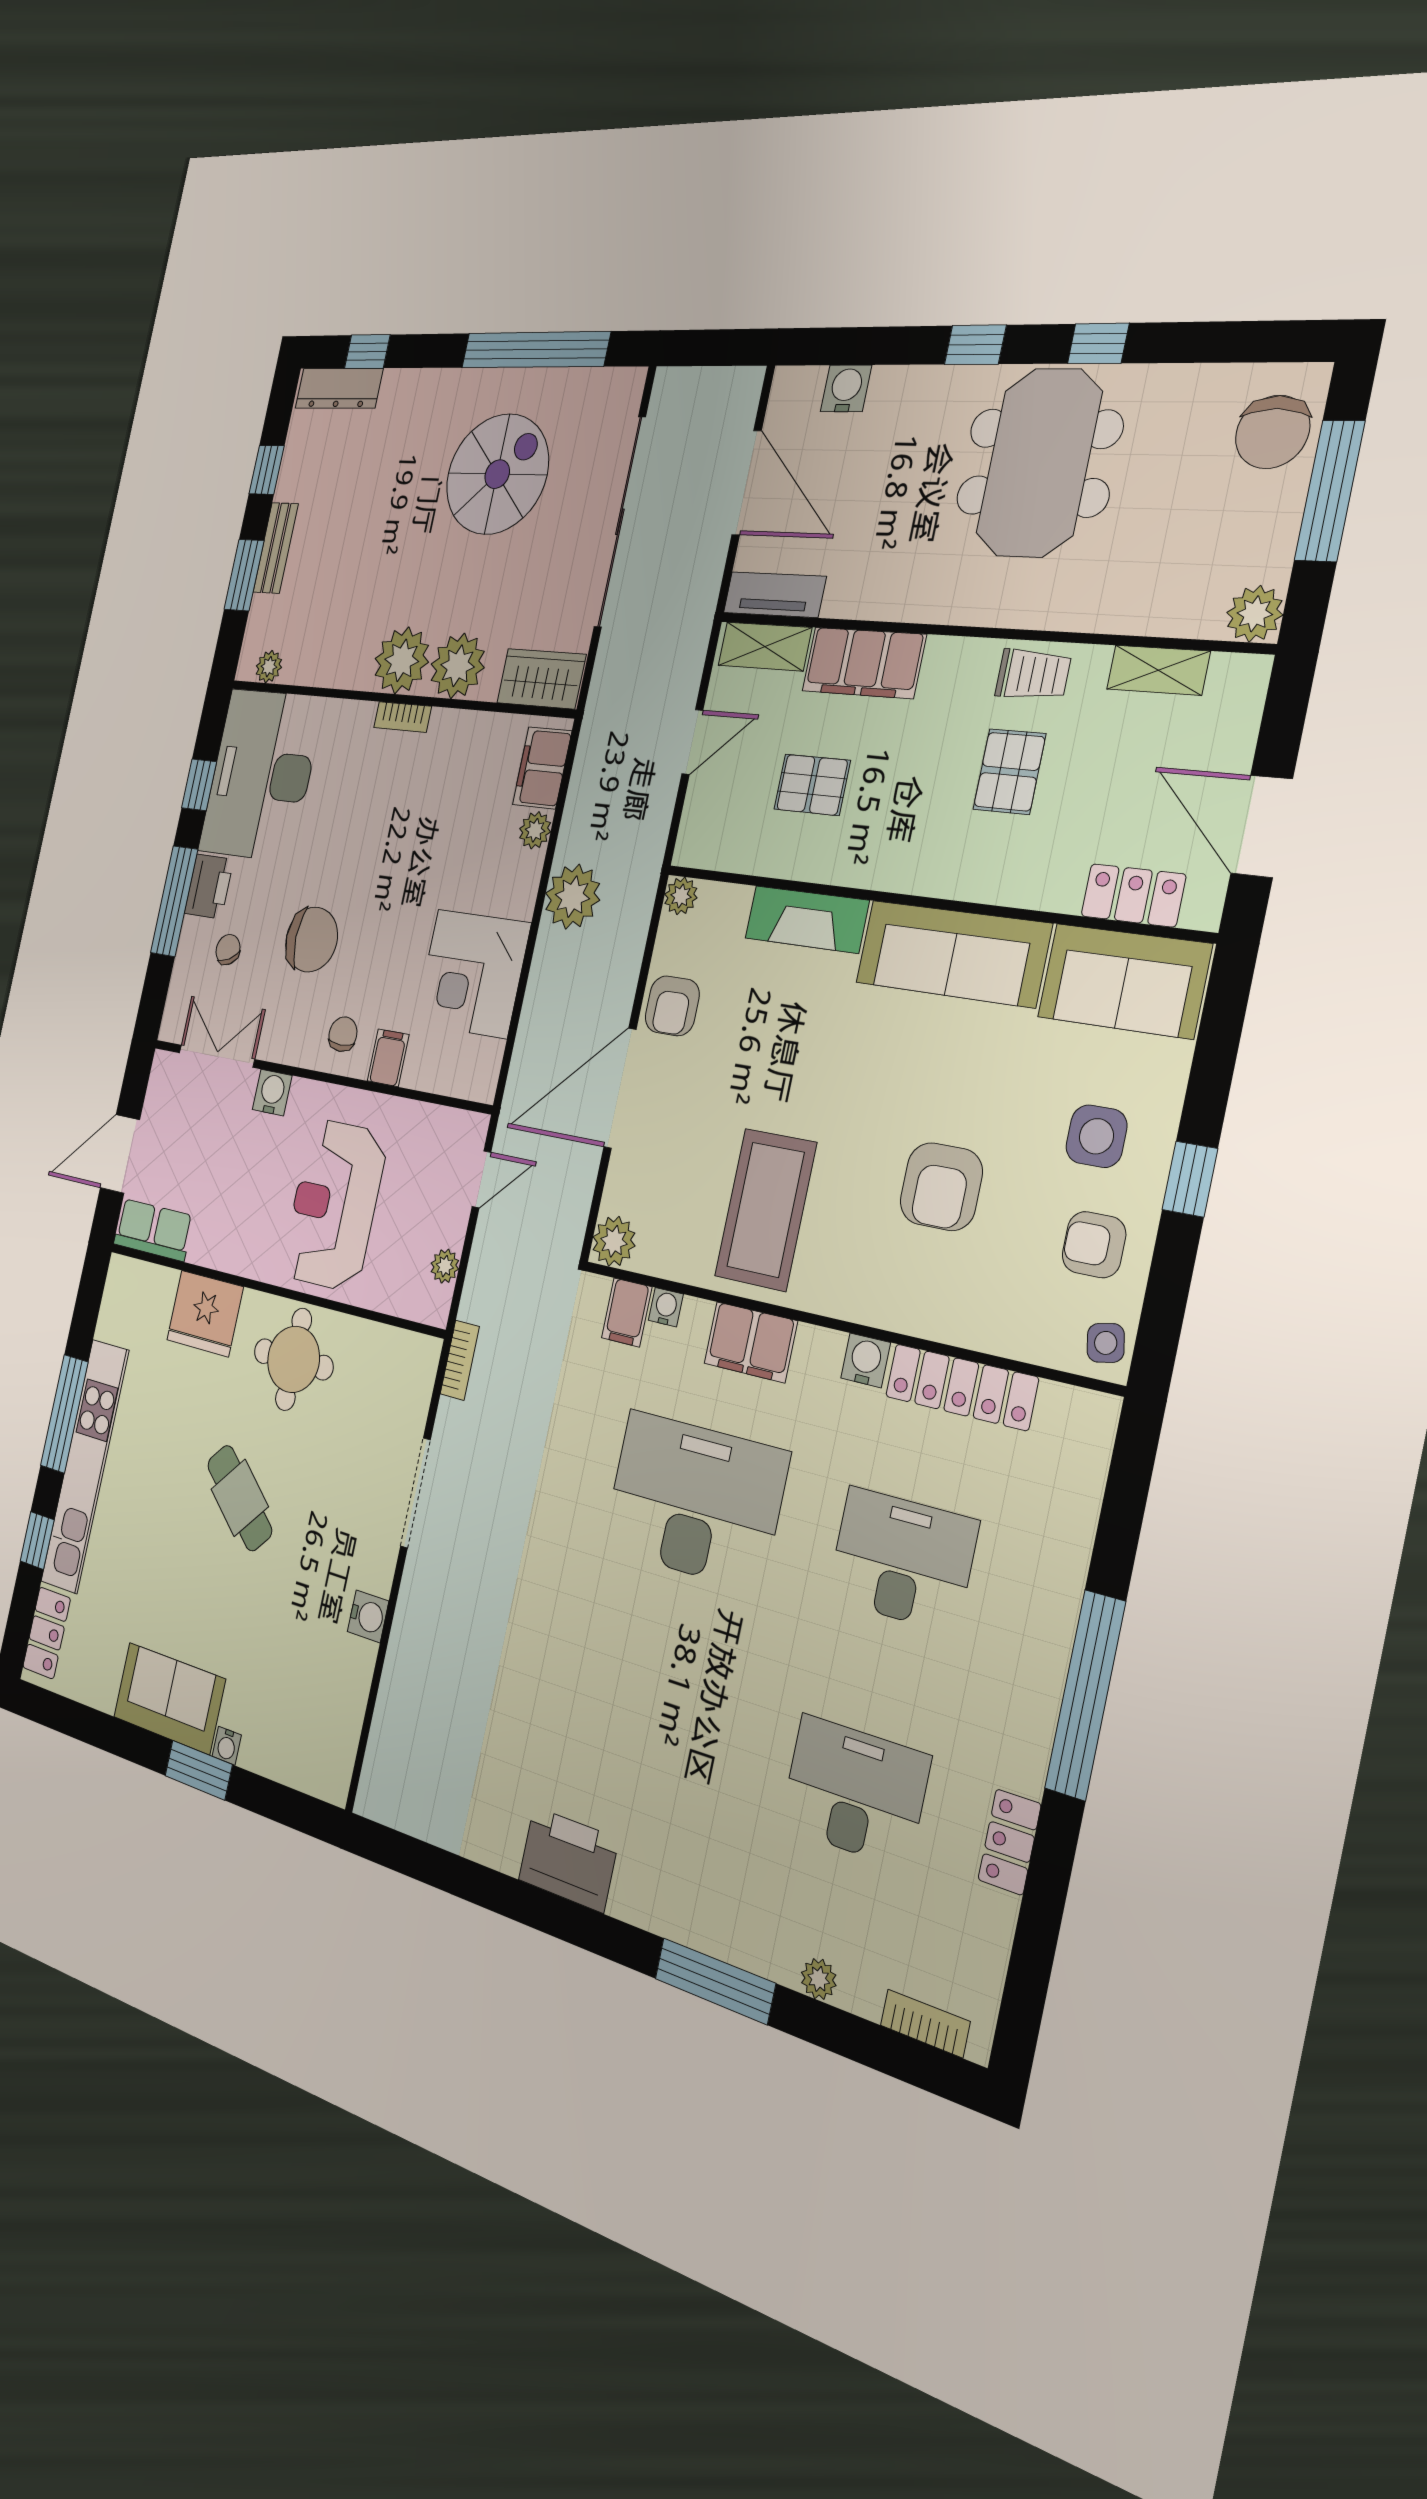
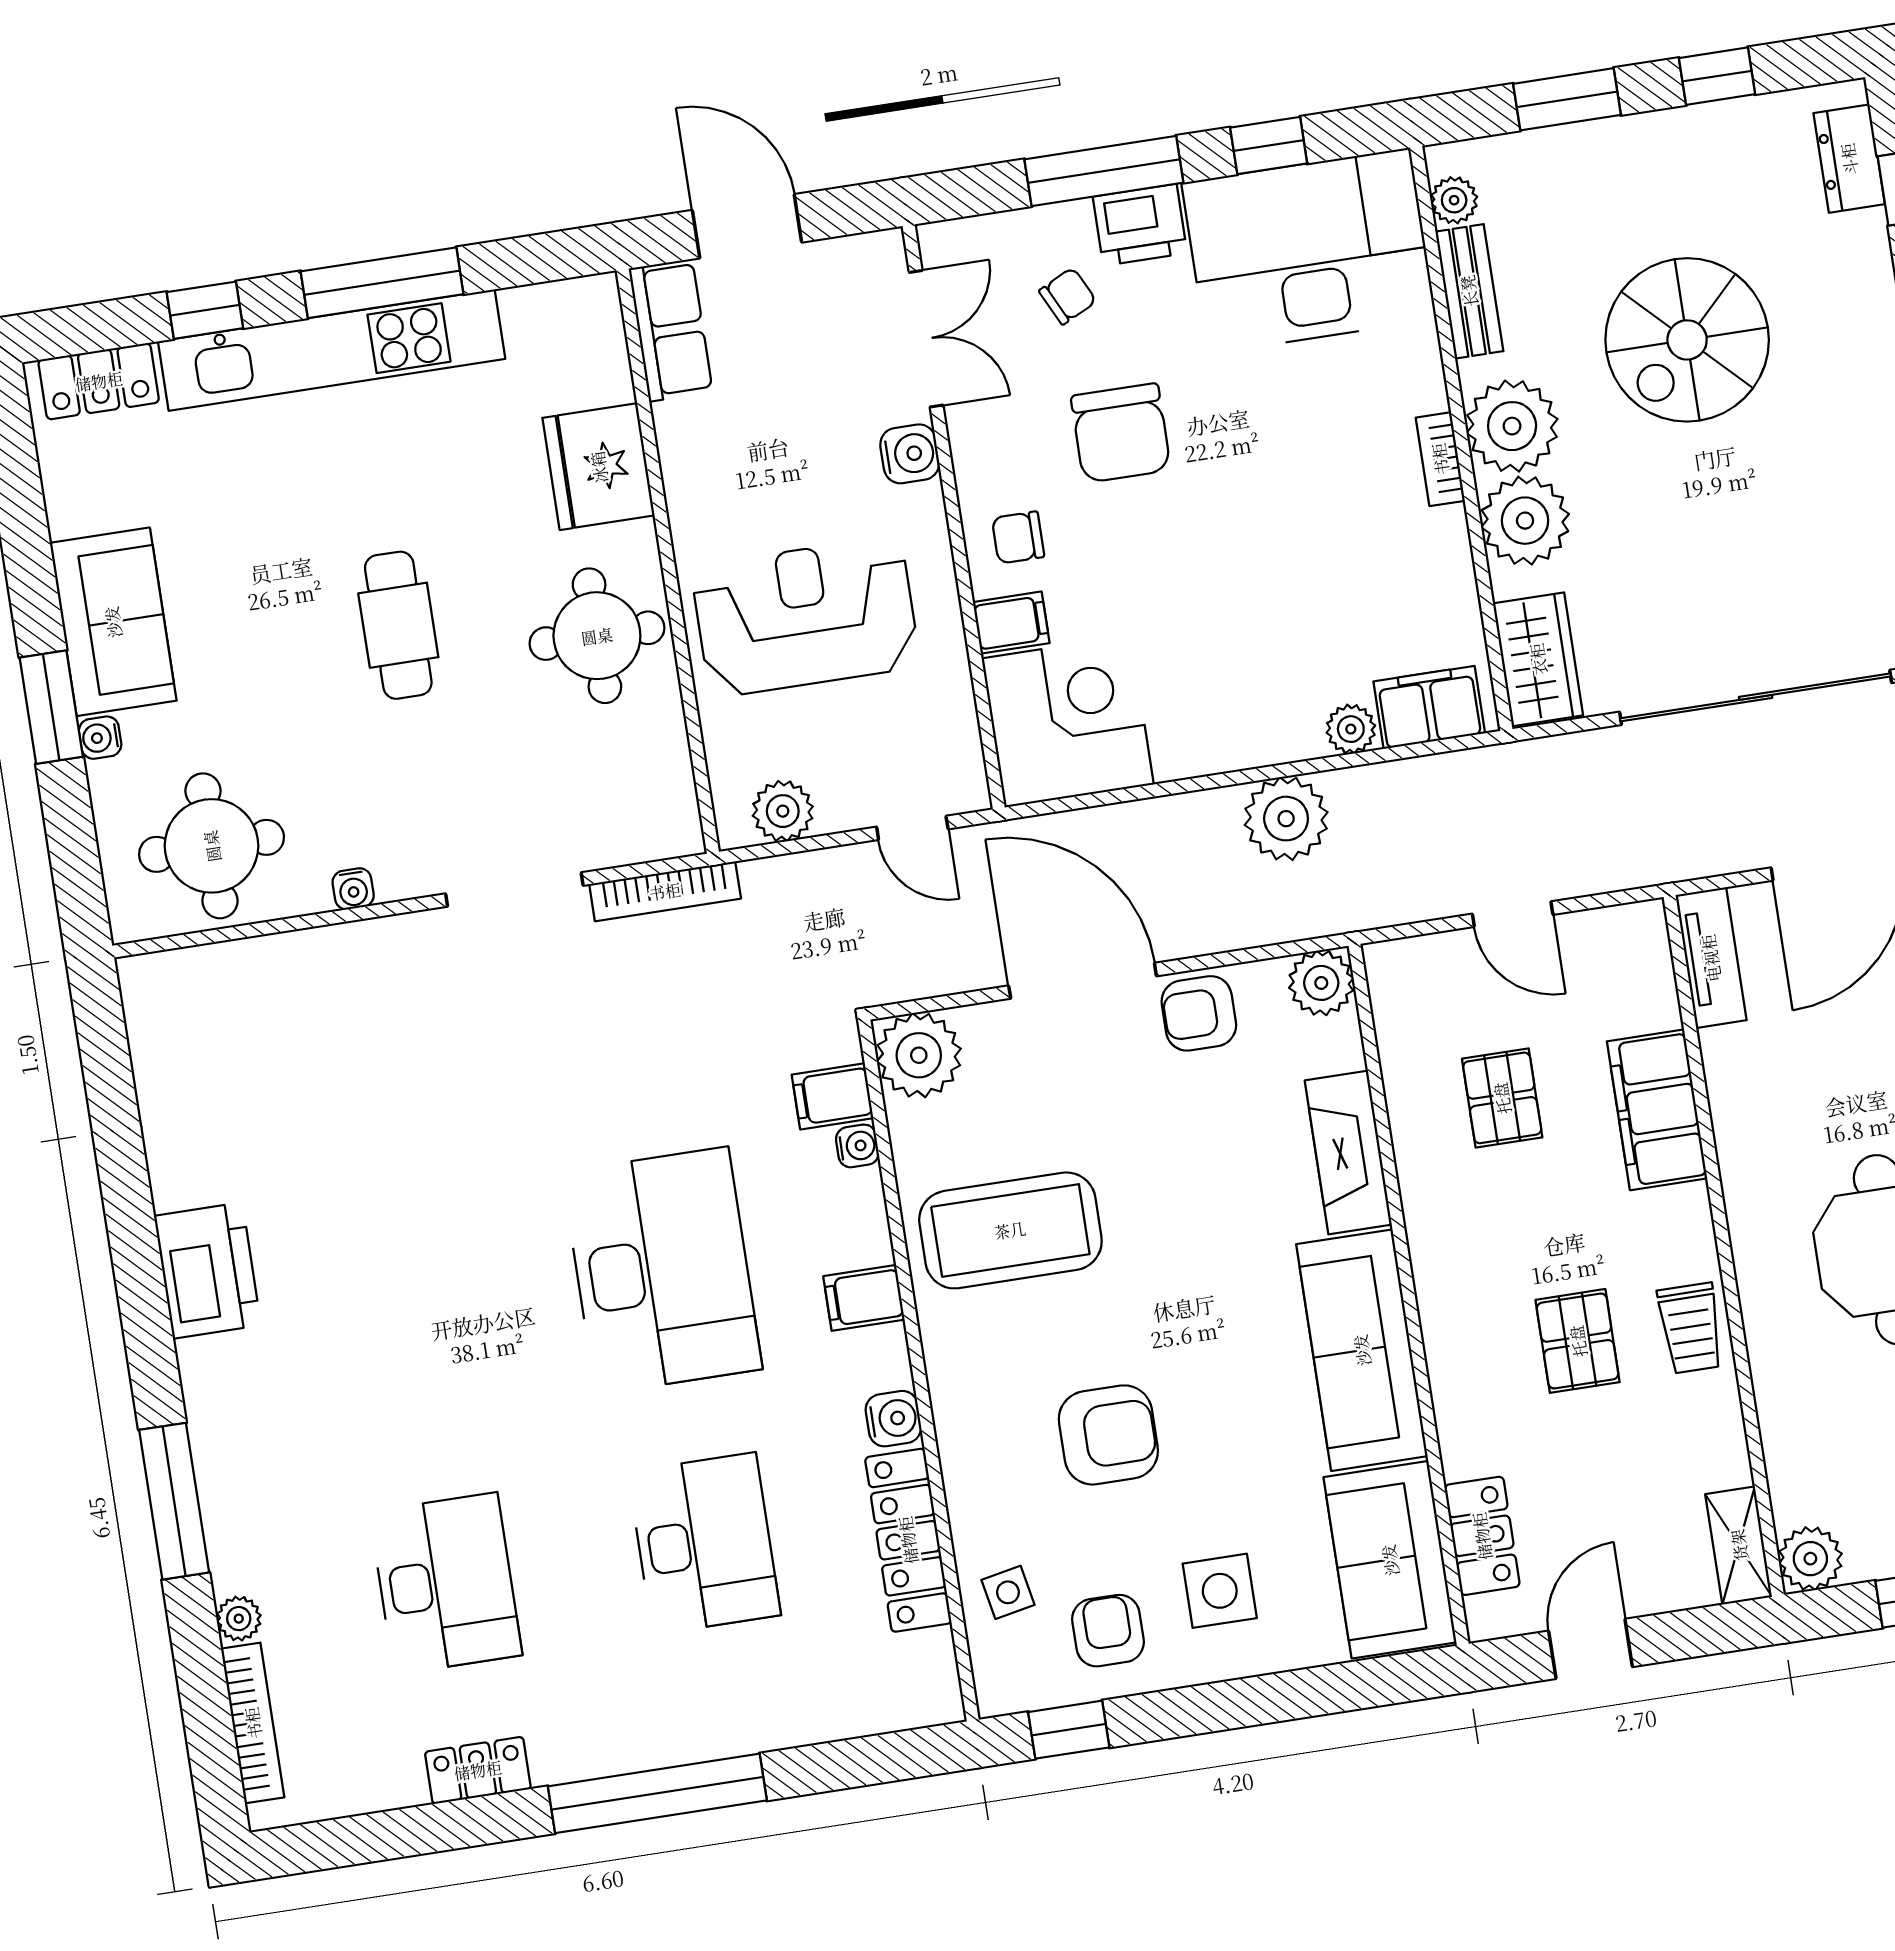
dresser: (339, 388) -> (1849, 159), width x0.70
spiral stairs: (497, 474) -> (1687, 340), moved, turned 90
bench: (276, 548) -> (1469, 291), moved, turned 90
shelving: (765, 647) -> (1647, 969), removed
shelving: (1158, 670) -> (1739, 1545), moved
pallet: (1009, 772) -> (1578, 1341), turned 90
door: (1262, 826) -> (1591, 1649), width x0.73
plant: (681, 896) -> (1321, 983), width x1.38, depth x1.38
corner desk: (472, 974) -> (1068, 721), moved, turned 90
chair: (343, 1034) -> (1018, 537), turned 180
window: (1190, 1179) -> (1069, 1730), moved
armchair: (941, 1187) -> (1108, 1435), turned 180
plant: (614, 1241) -> (919, 1055), width x1.36, depth x1.36
plant: (445, 1266) -> (783, 811), width x1.38, depth x1.38
filing cabinet: (751, 1342) -> (864, 1298), width x0.50
side table: (1106, 1343) -> (1008, 1592), moved
bookcase: (460, 1360) -> (665, 891), width x1.56
cafe table: (240, 1498) -> (398, 625), turned -42
water cooler: (368, 1616) -> (353, 889), width x0.72, depth x0.72
round table: (314, 1702) -> (212, 846), added
bookcase: (925, 2023) -> (253, 1723), width x1.56

